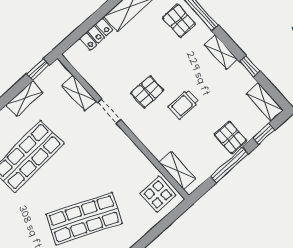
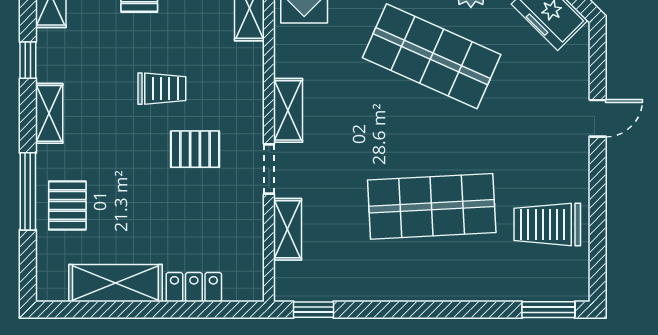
shelving: (25, 98) -> (288, 110), moved, turned 90

